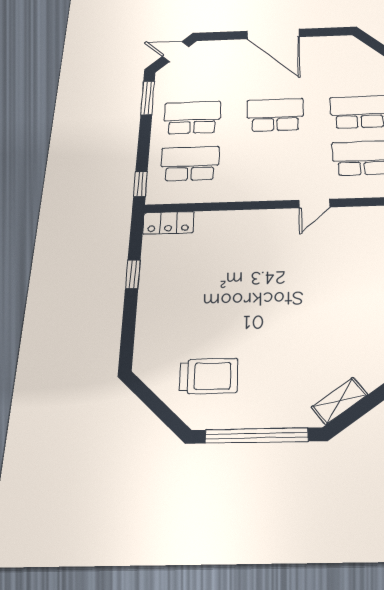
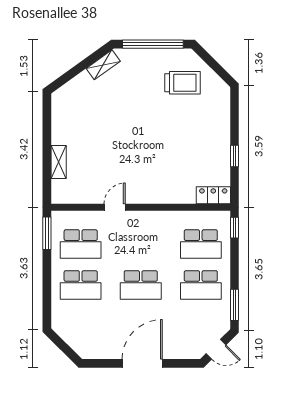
door: (273, 34) -> (142, 363), hinge flipped
trolley: (209, 376) -> (182, 83), turned 180

